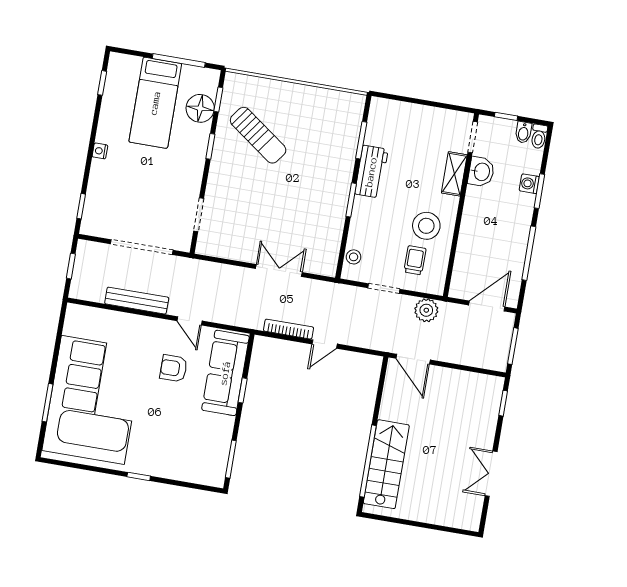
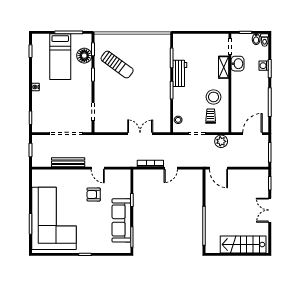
sofa: (225, 373) -> (121, 220), moved
stairs: (386, 464) -> (243, 245), moved, turned -90
double door: (491, 474) -> (270, 210), moved

